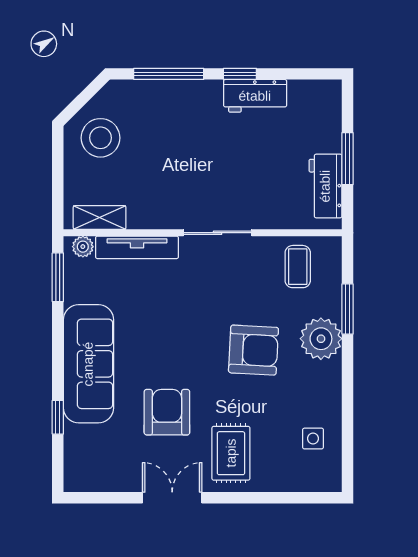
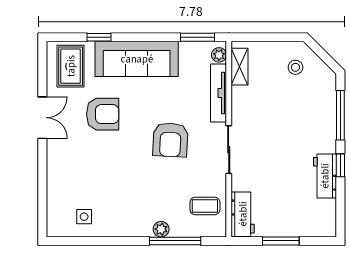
stool: (100, 138) -> (295, 67), width x0.53, depth x0.53
workbench: (325, 186) -> (243, 214), moved, turned 90
window: (348, 309) -> (175, 241), width x1.44
plant: (321, 339) -> (161, 229), width x0.53, depth x0.53
armchair: (253, 350) -> (170, 140), moved
rug: (231, 453) -> (71, 66), moved, turned 90

